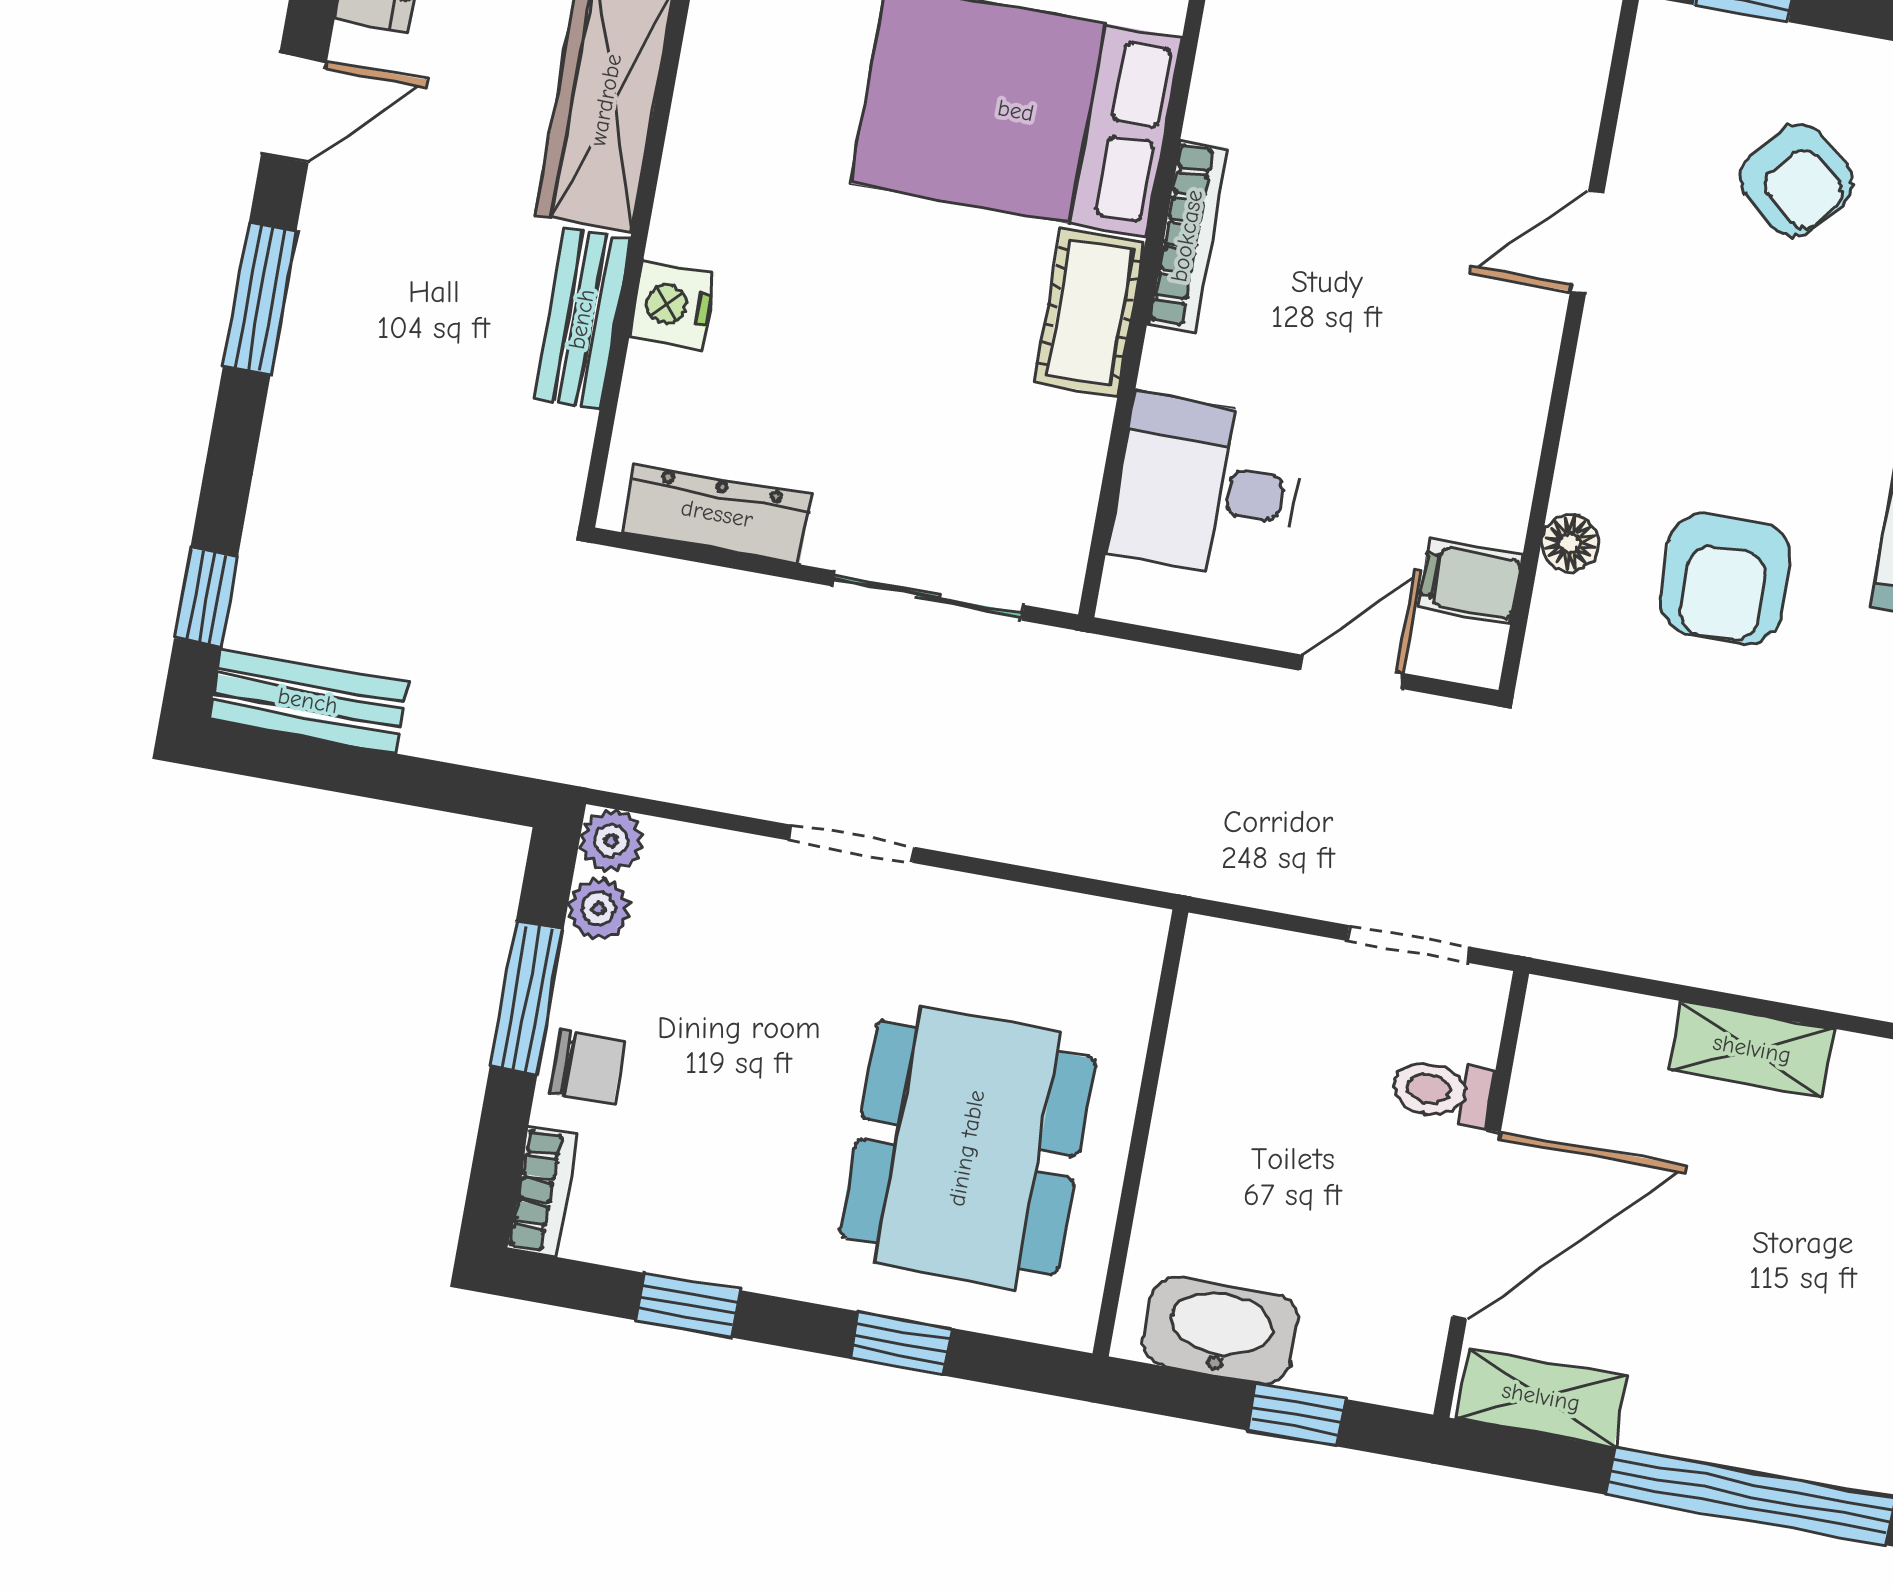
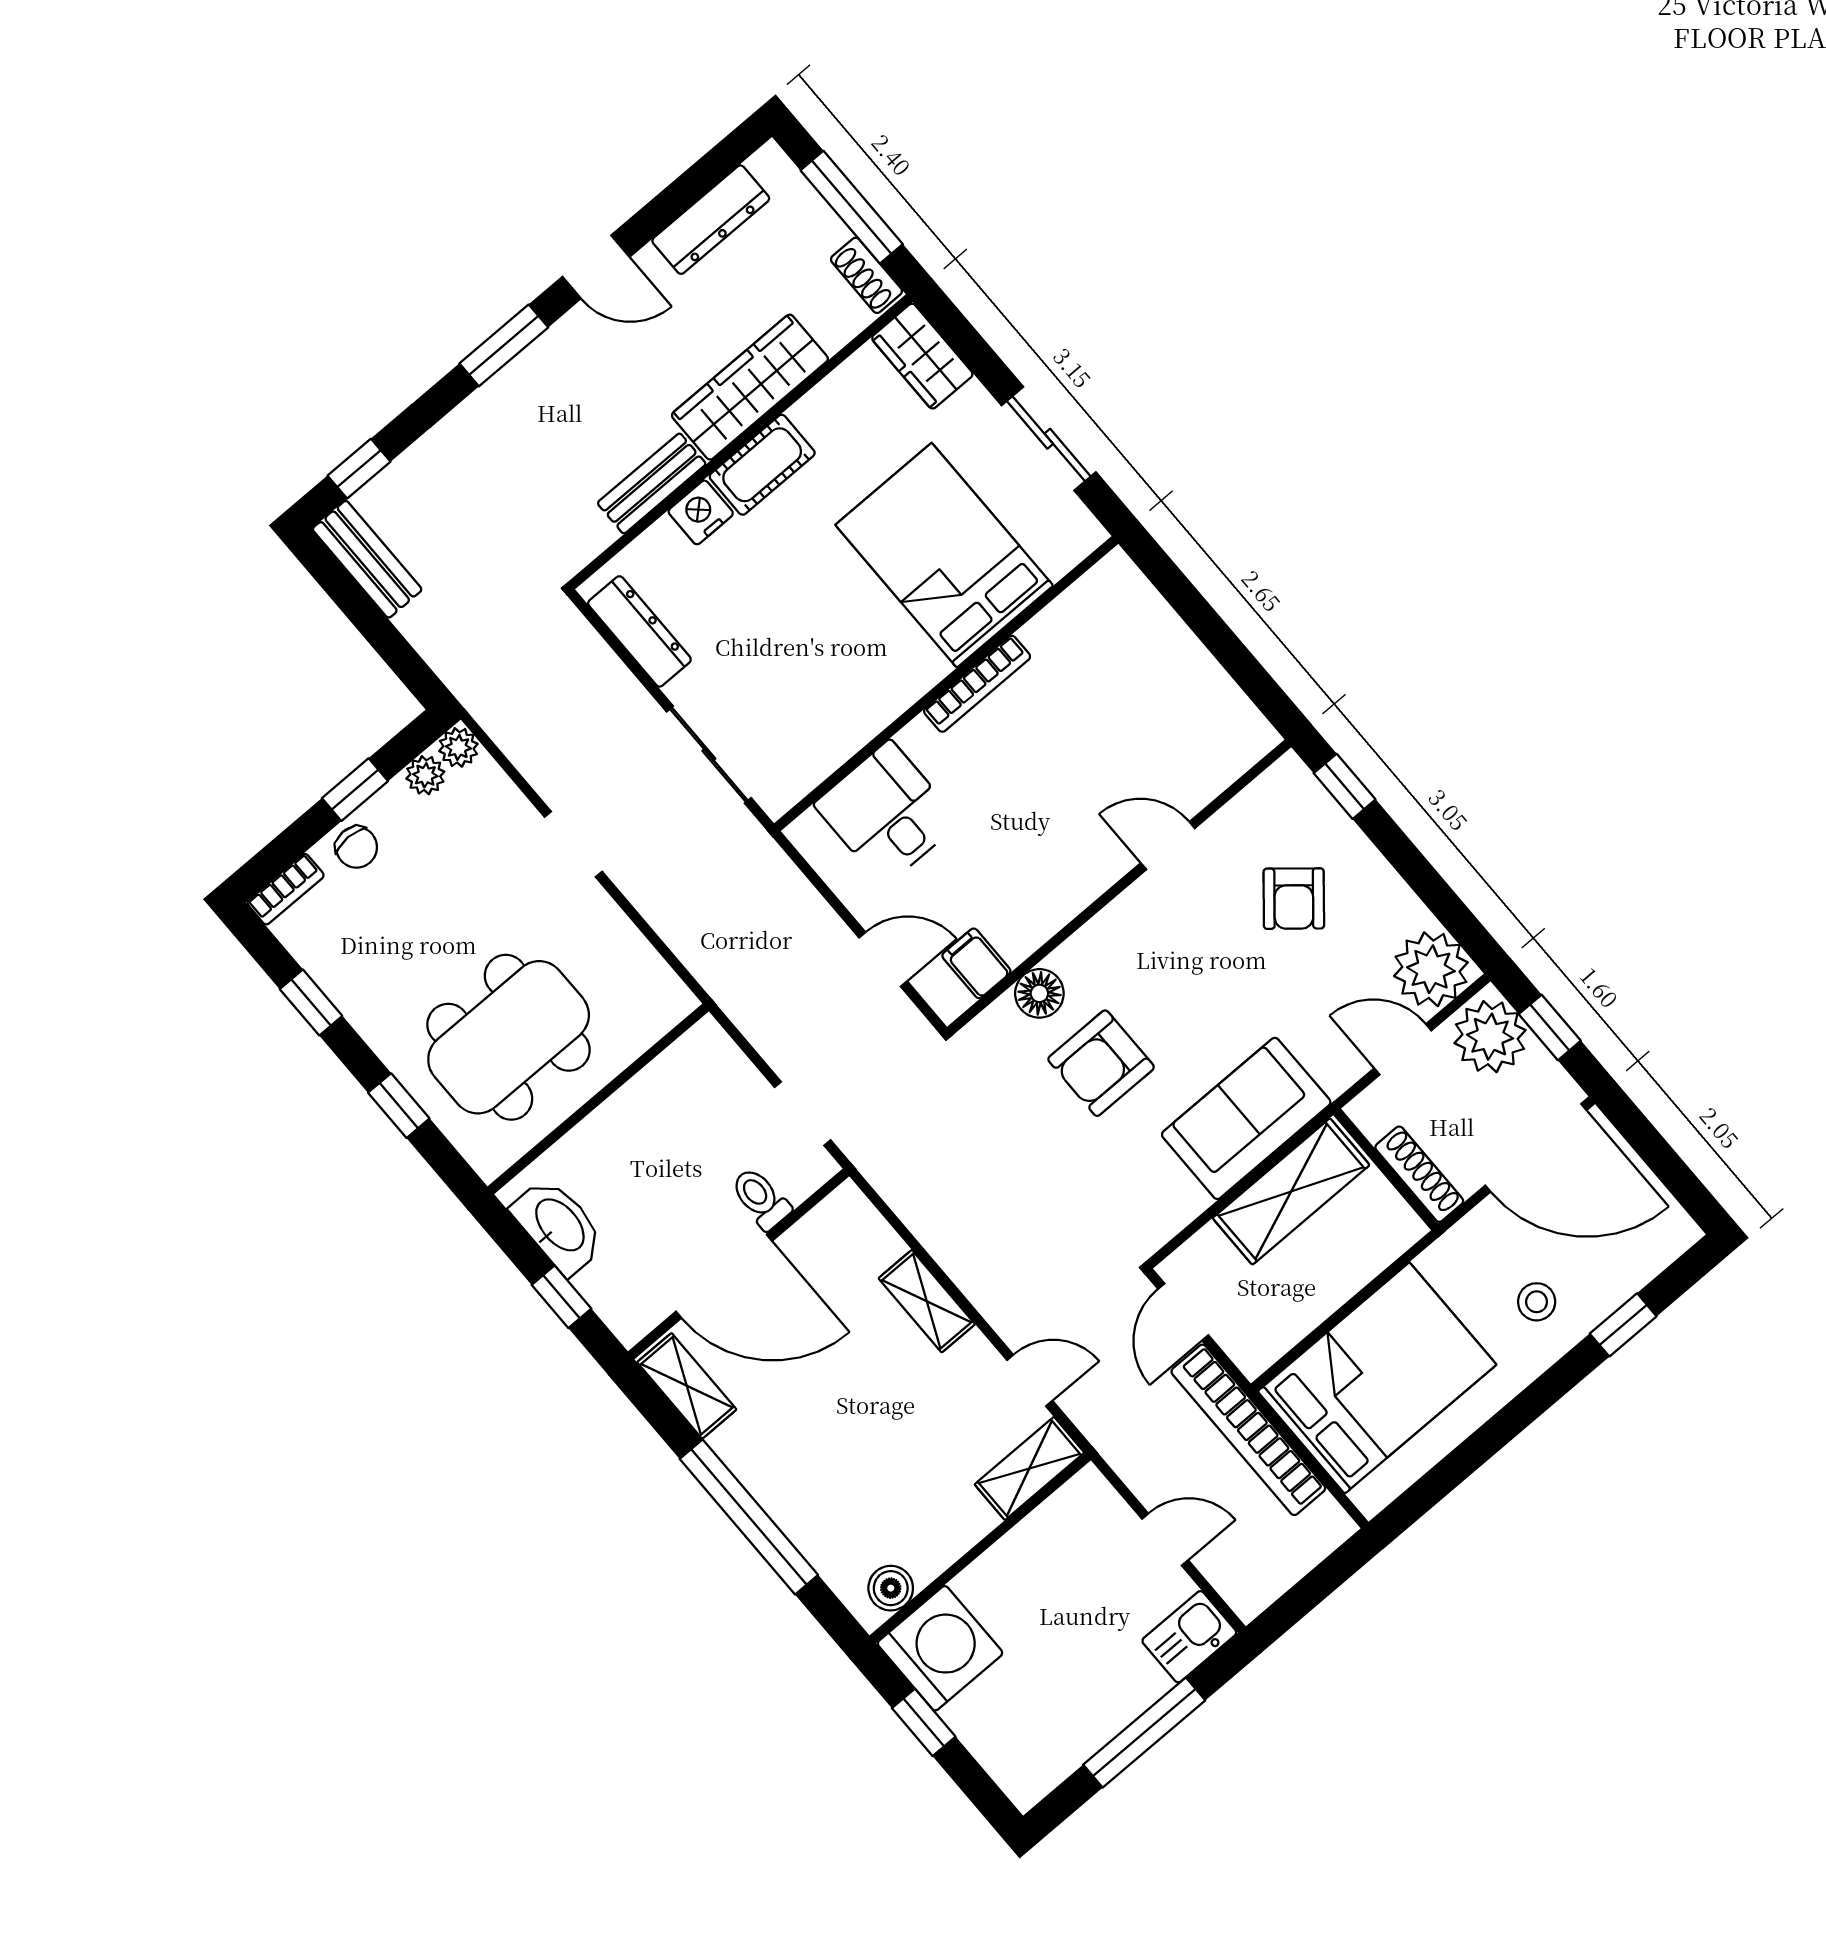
cot: (1090, 312) -> (762, 465), moved
floor lamp: (1570, 543) -> (1039, 993), width x1.37, depth x1.37
window: (527, 998) -> (355, 790), width x0.67

